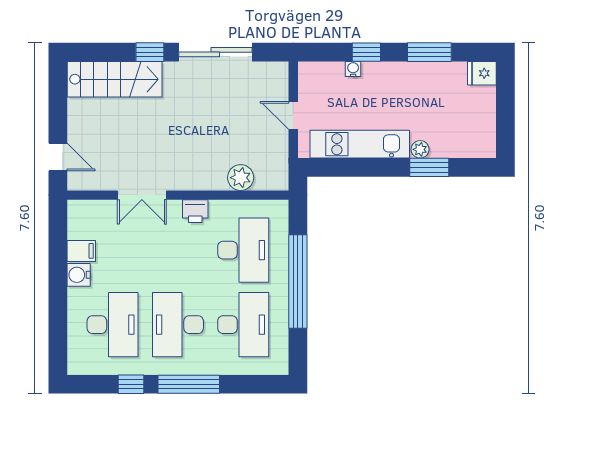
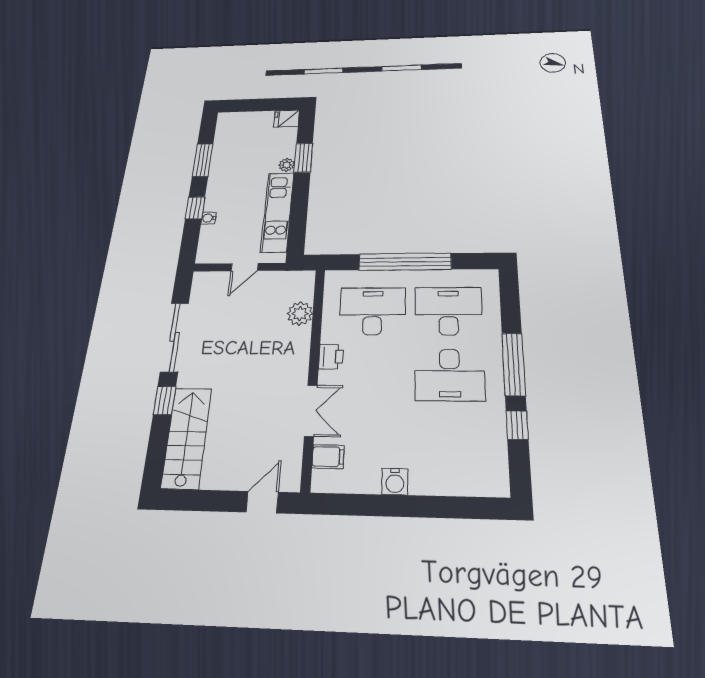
fridge: (482, 73) -> (287, 119), moved, turned 90
filing cabinet: (81, 251) -> (328, 457), moved, turned 90
desk: (113, 325) -> (451, 444), removed

